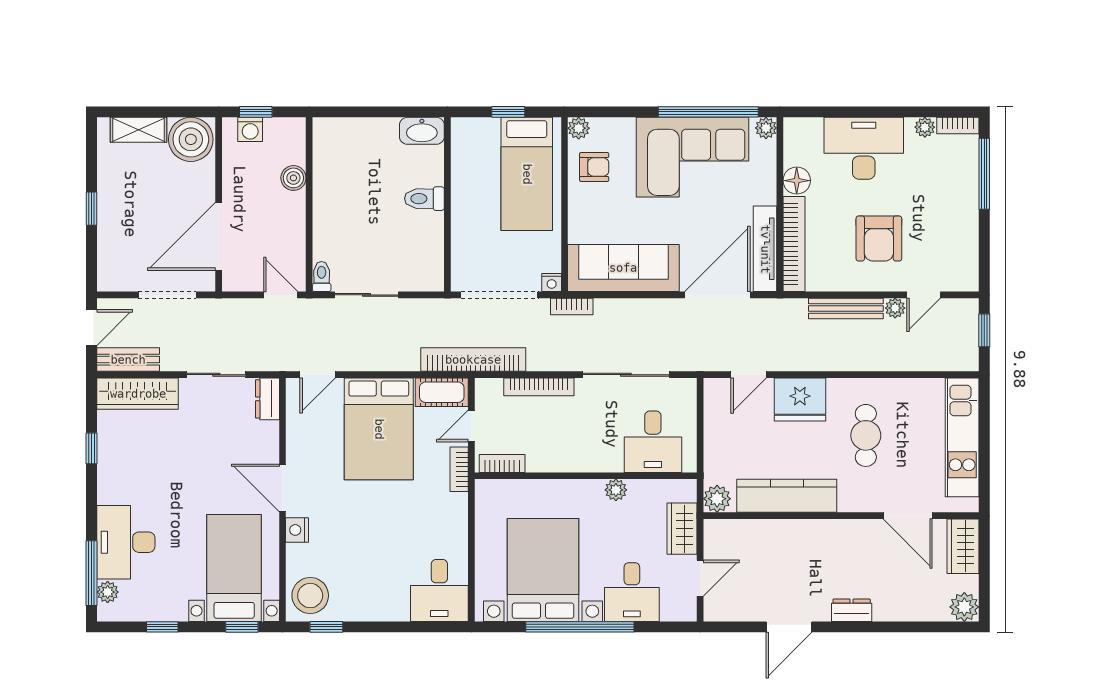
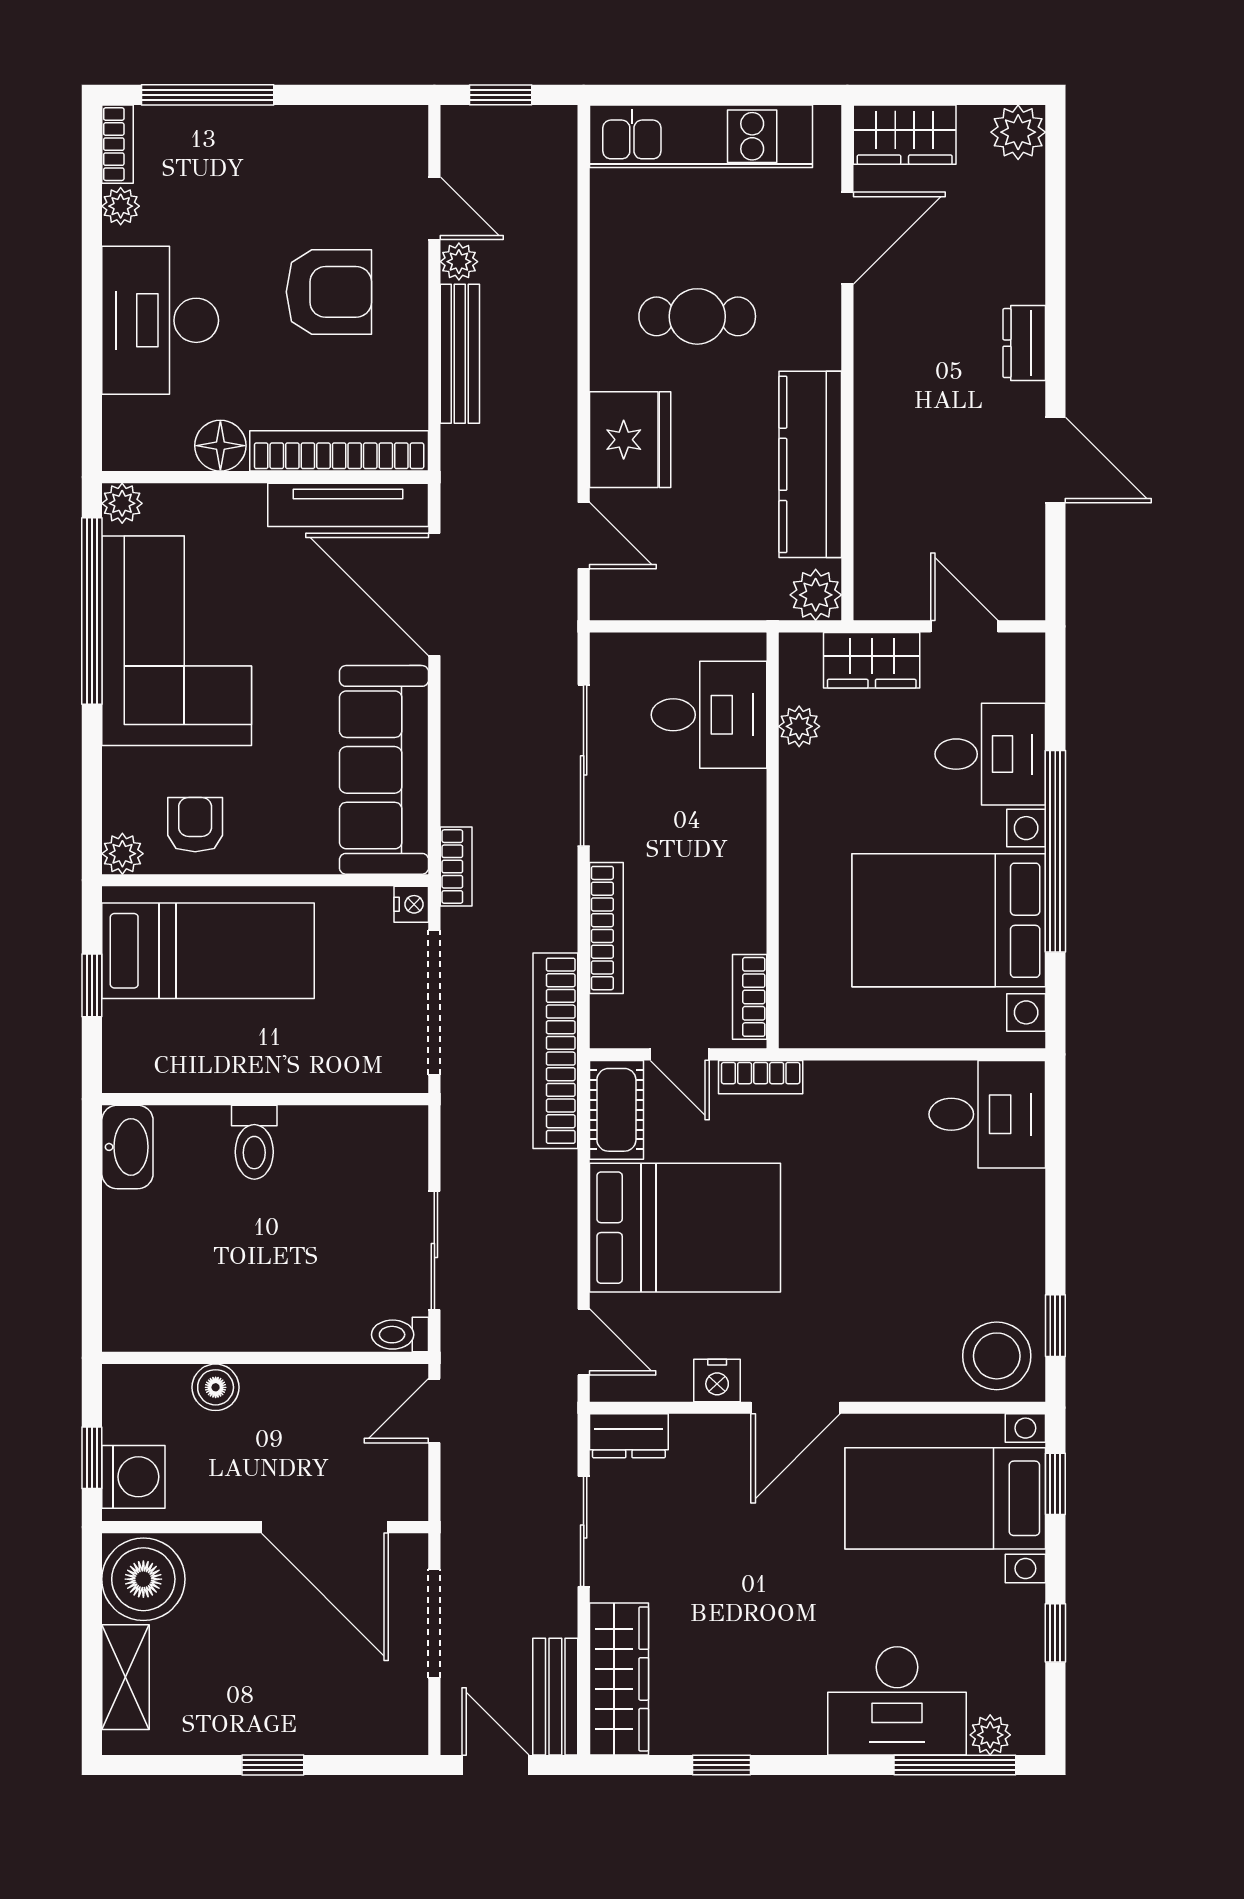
washing machine: (250, 129) -> (133, 1477), width x1.38, depth x1.38
plant: (616, 490) -> (799, 726), moved
nightstand: (297, 530) -> (717, 1380), moved

